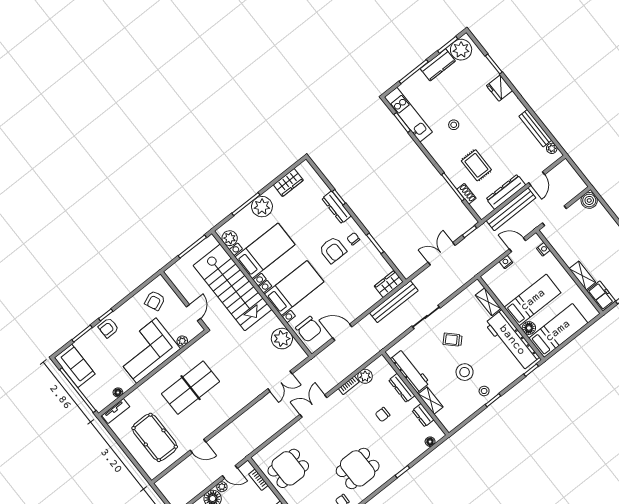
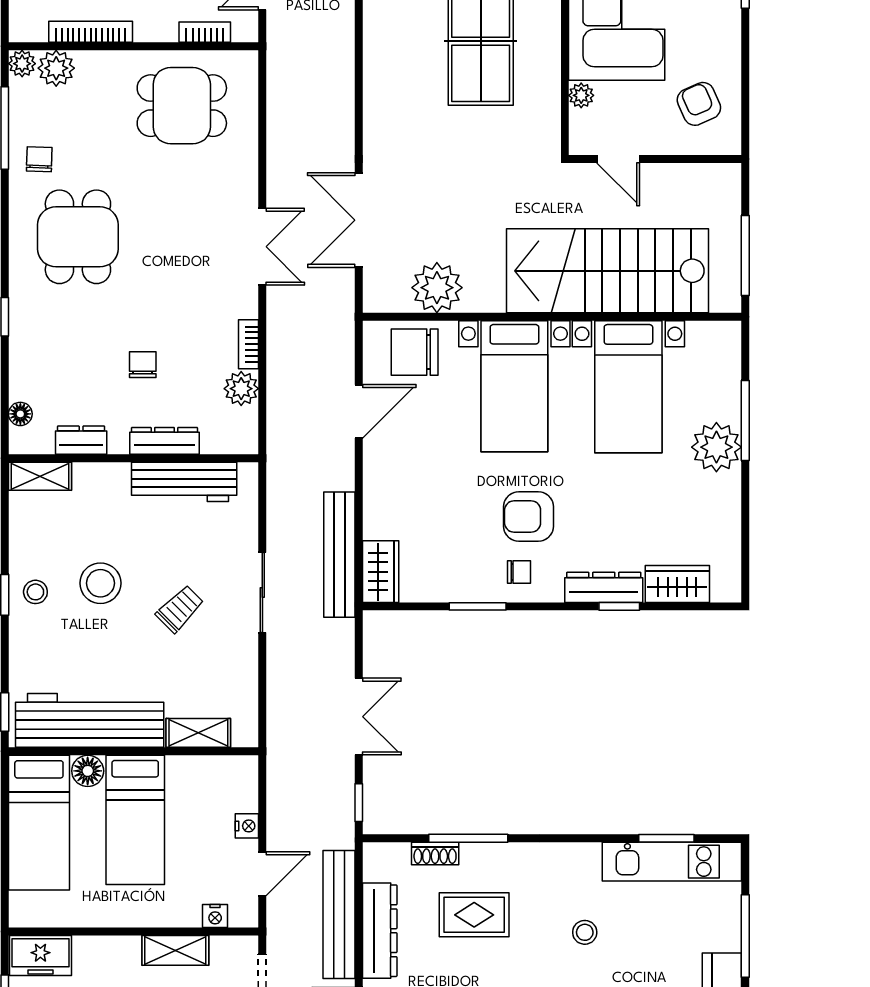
wardrobe: (288, 183) -> (677, 584), moved, turned 90
plant: (230, 238) -> (705, 339), removed
shelving: (582, 276) -> (175, 950), moved
double door: (280, 381) -> (359, 220), width x1.37
shelving: (431, 401) -> (40, 476), moved
dining table: (288, 468) -> (182, 106), turned 90

